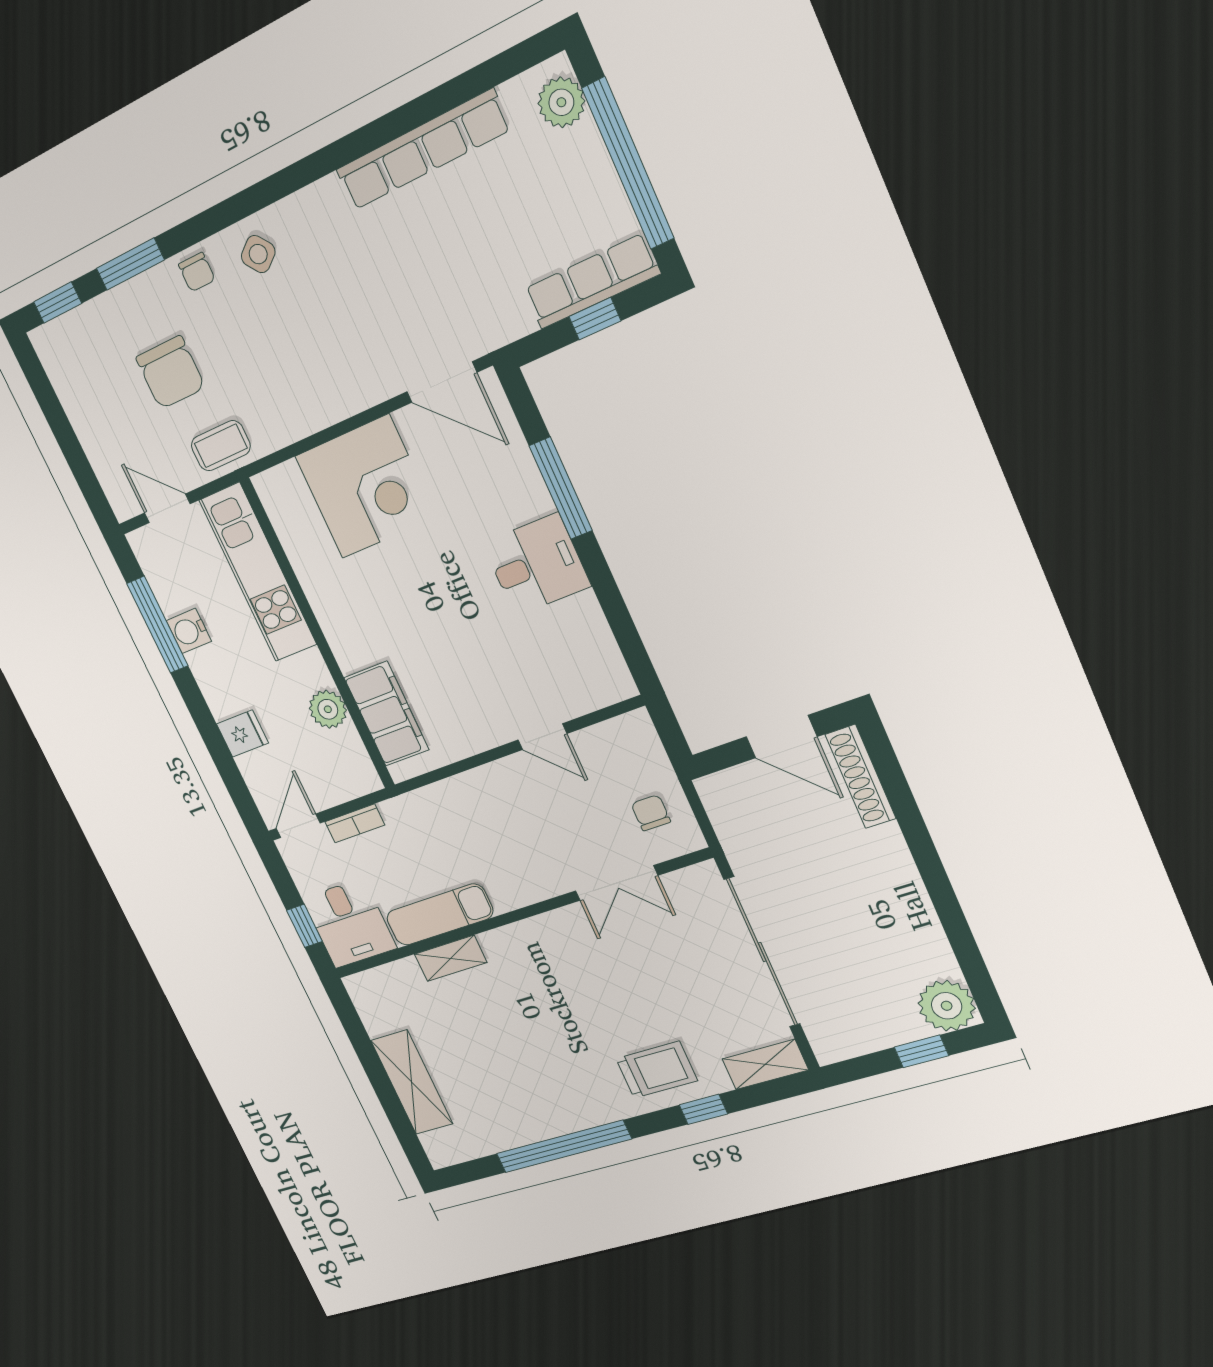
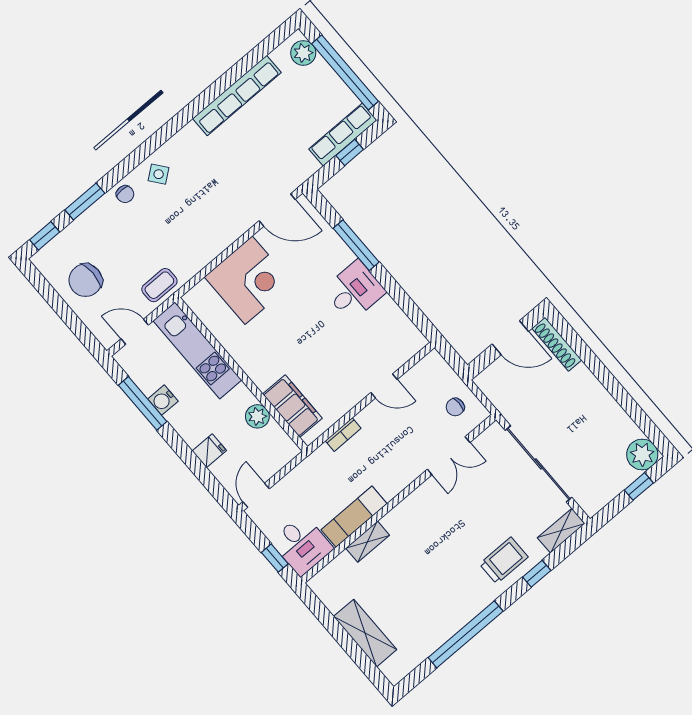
chair: (170, 372) -> (85, 280), moved, turned 90
chair: (651, 813) -> (455, 407), turned -90
bookcase: (355, 823) -> (343, 435), moved

